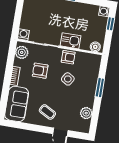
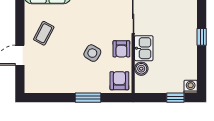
boiler: (95, 47) -> (141, 69), moved
armchair: (40, 71) -> (119, 81), moved
plant: (86, 113) -> (51, 85), removed

